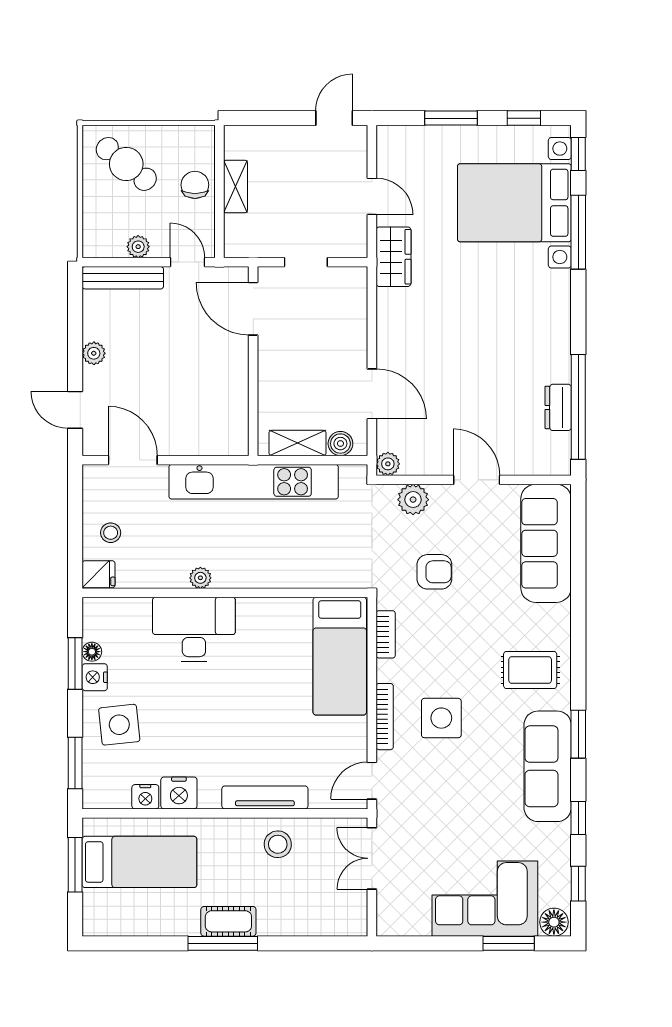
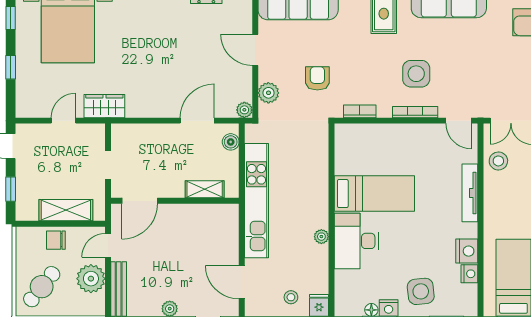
window: (271, 118) -> (11, 189), added
window: (451, 118) -> (11, 67), width x0.67
shelving: (235, 187) -> (66, 210), width x1.50, depth x1.33
plant: (138, 247) -> (91, 279), width x1.87, depth x1.87
shelving: (297, 443) -> (205, 189), moved, turned 90
door: (133, 460) -> (242, 282), hinge flipped
door: (477, 480) -> (255, 50), hinge flipped
bed: (340, 656) -> (374, 194), moved
stool: (278, 844) -> (498, 161), moved

